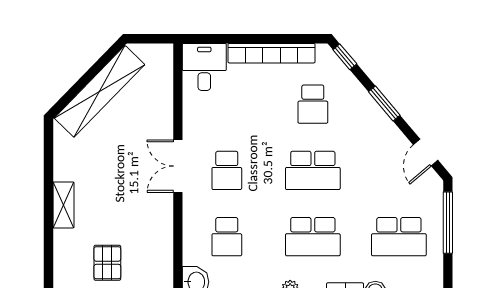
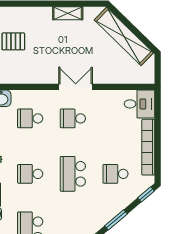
shelving: (63, 205) -> (68, 13), moved
school desk: (313, 237) -> (30, 174), width x0.54

